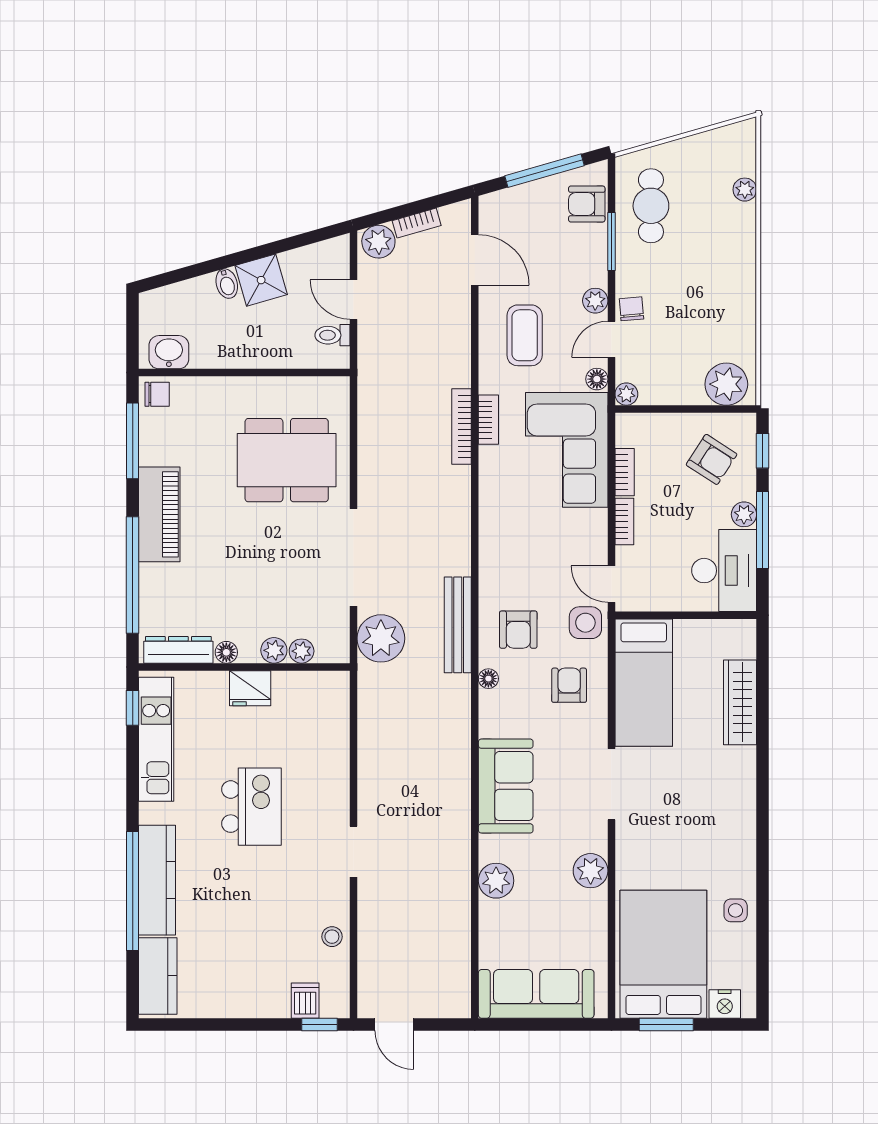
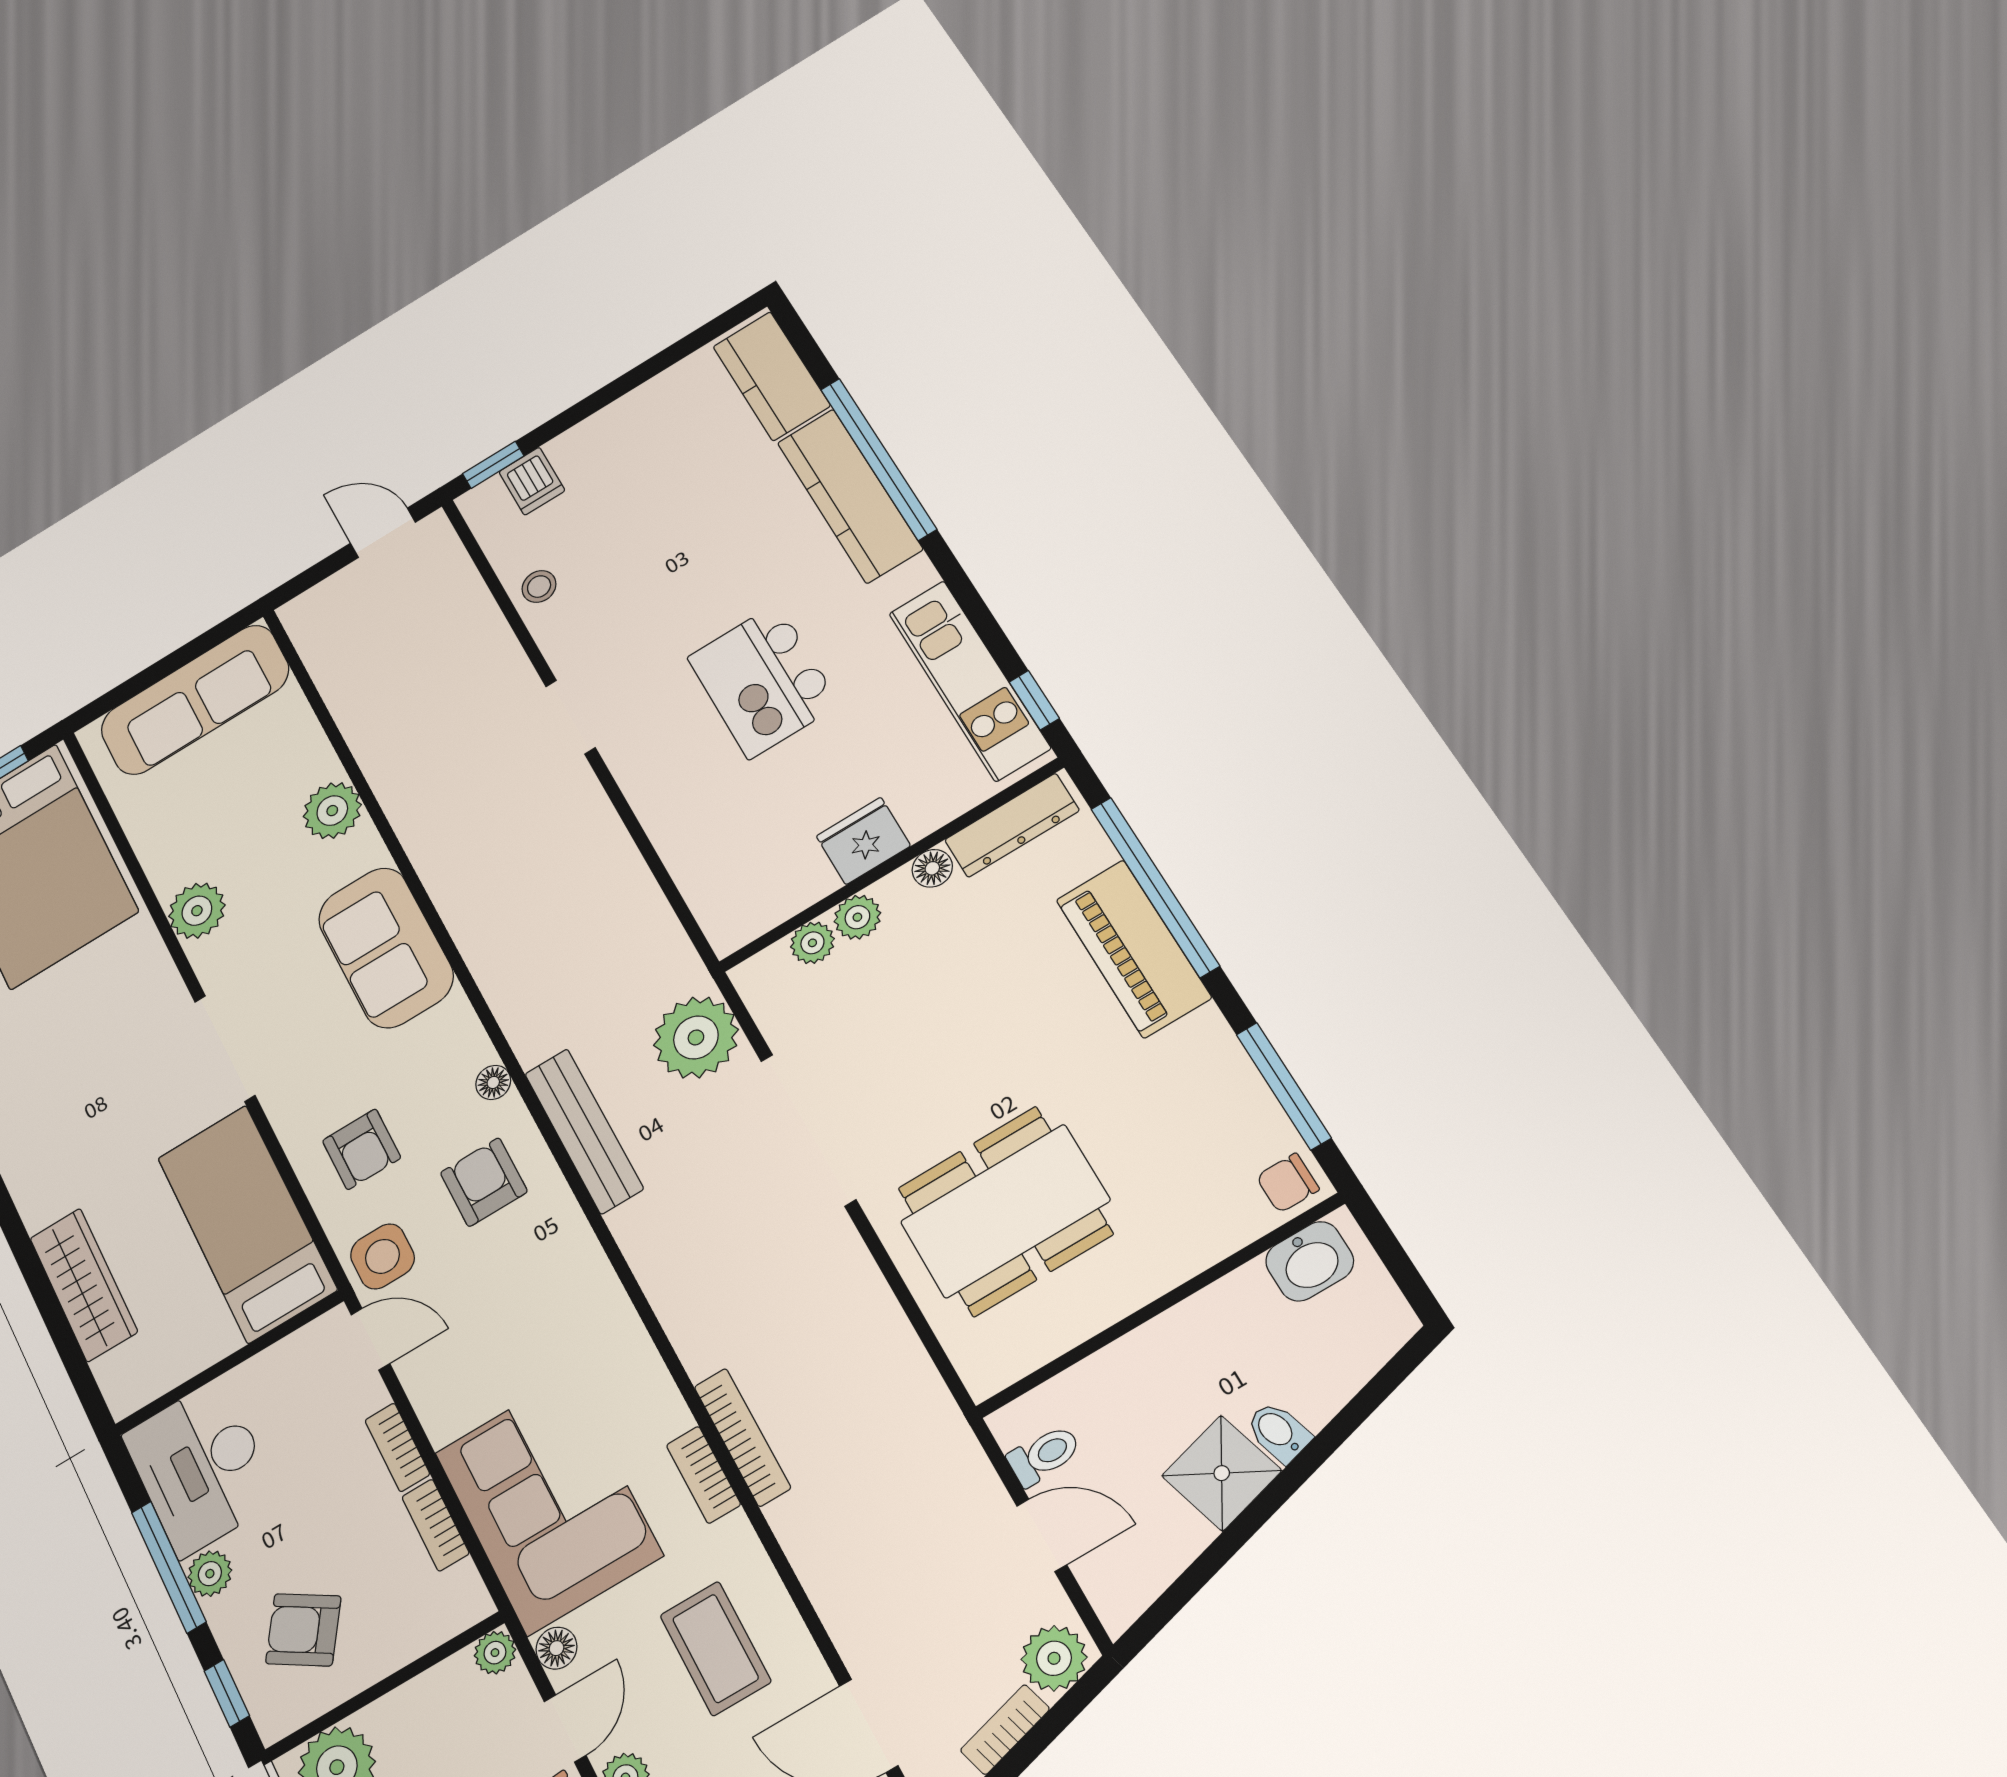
piano: (159, 514) -> (1133, 949), moved

